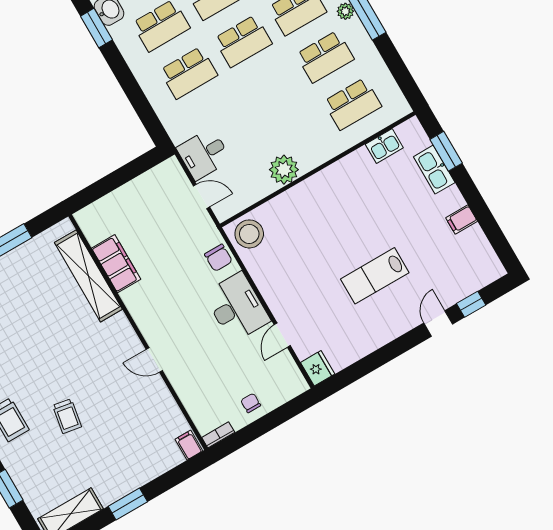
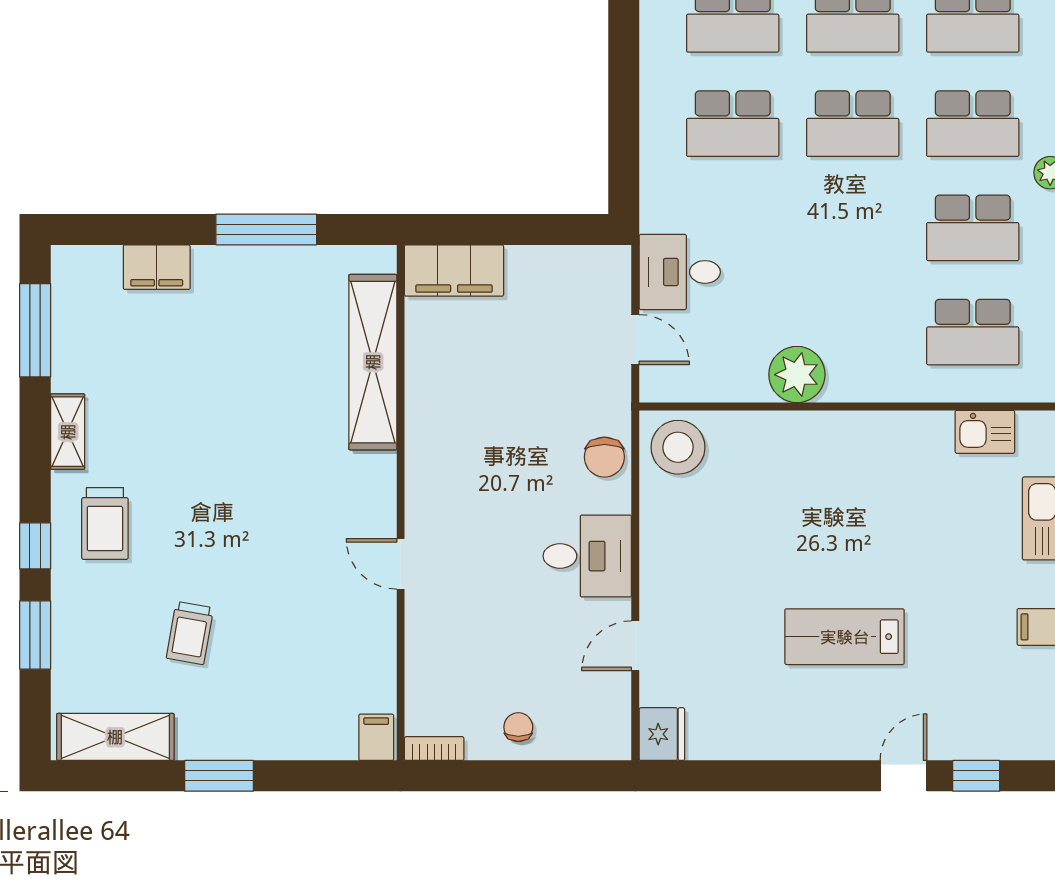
filing cabinet: (116, 264) -> (454, 271), moved, turned 90
desk: (237, 307) -> (587, 556), width x0.73
trolley: (67, 416) -> (190, 633), moved

